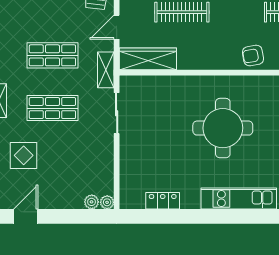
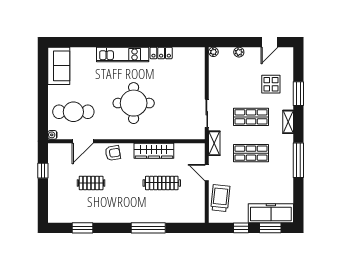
door: (117, 27) -> (207, 173), swing flipped
wardrobe: (148, 59) -> (154, 151), moved
locker: (163, 201) -> (161, 53), moved
plant: (92, 202) -> (239, 52), moved

